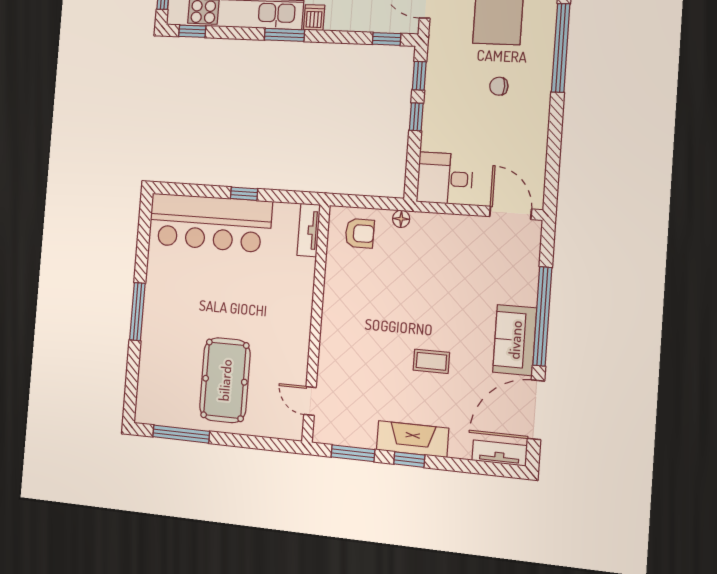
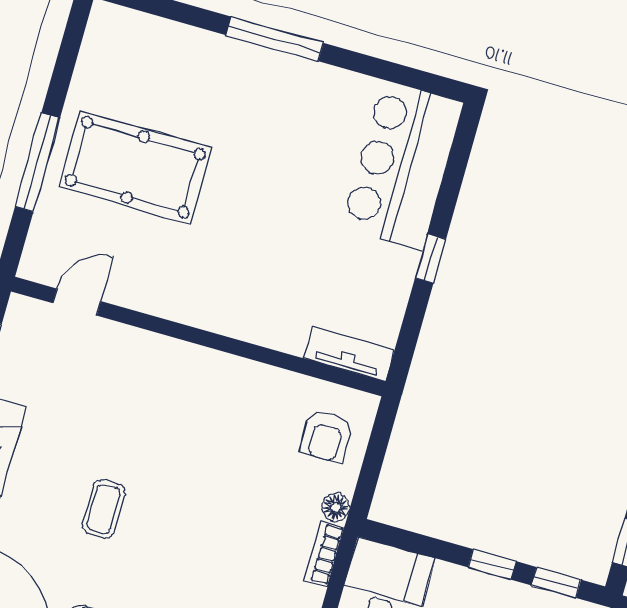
bookcase: (431, 220) -> (324, 554), added
bar counter: (210, 223) -> (403, 165), width x0.73
window: (181, 434) -> (37, 162), moved

